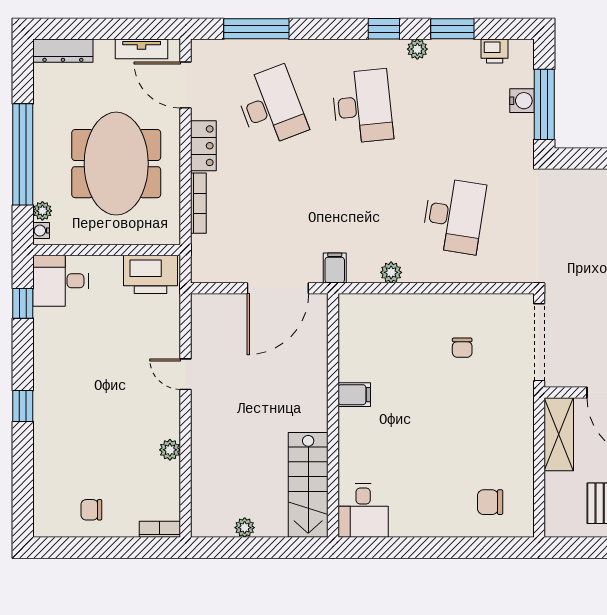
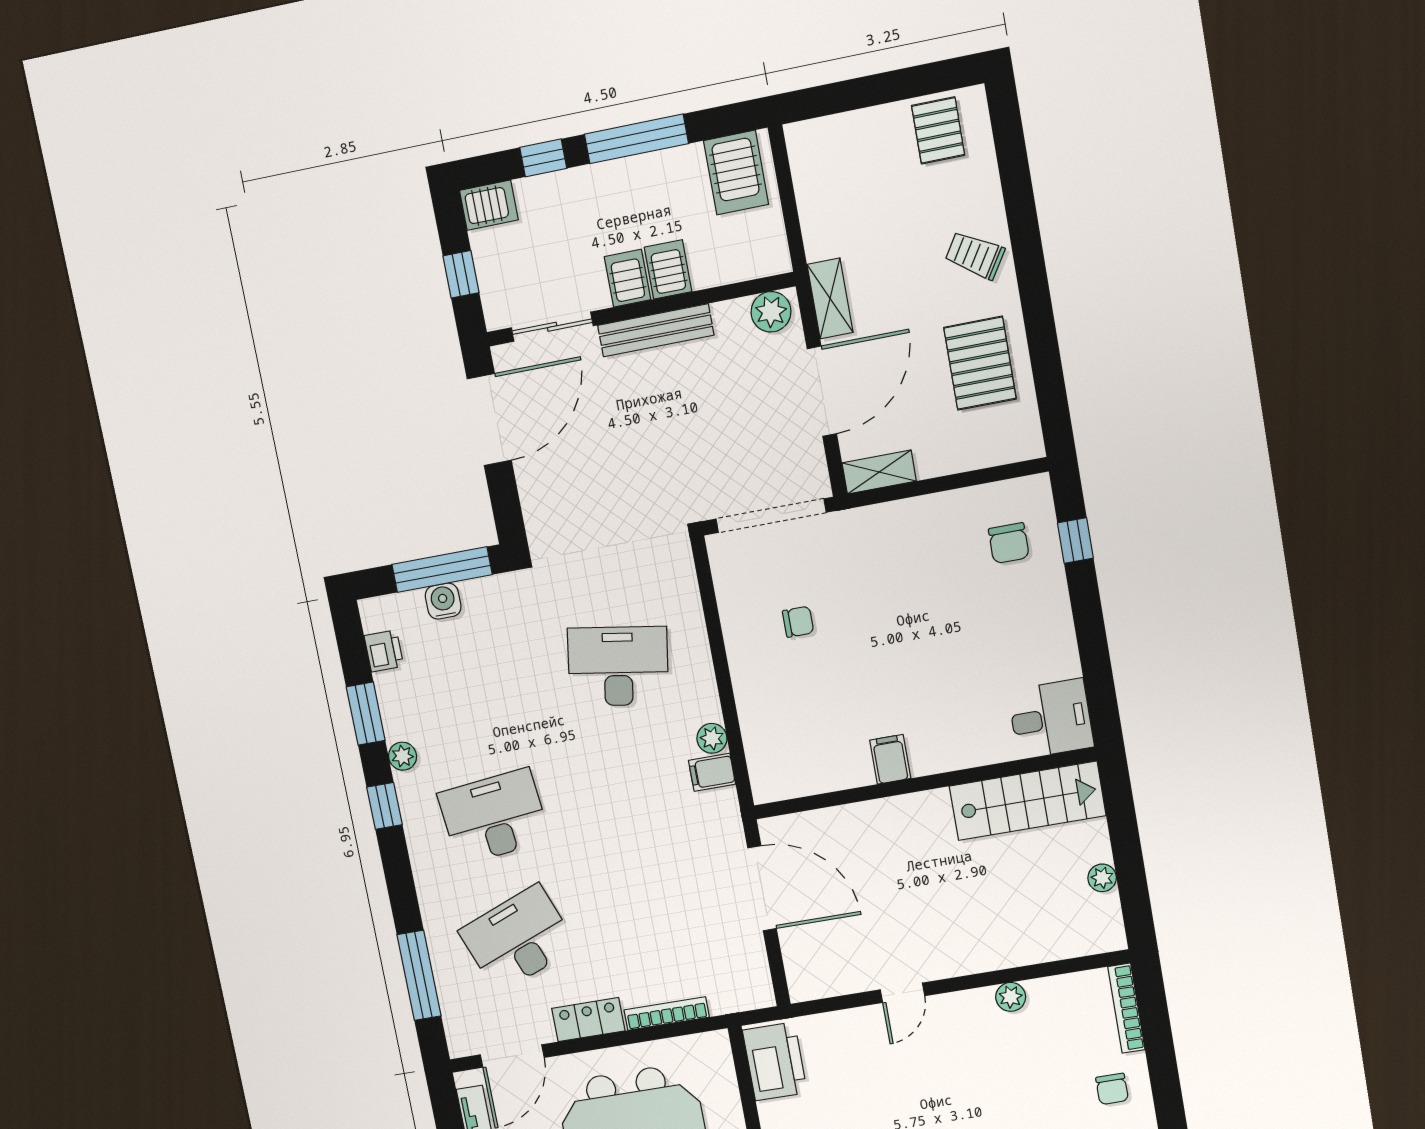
filing cabinet: (335, 268) -> (712, 772), moved
shelving: (559, 434) -> (879, 472), width x0.67, depth x0.75
bookcase: (160, 529) -> (1126, 1008), width x1.56
window: (484, 548) -> (1075, 541), added

